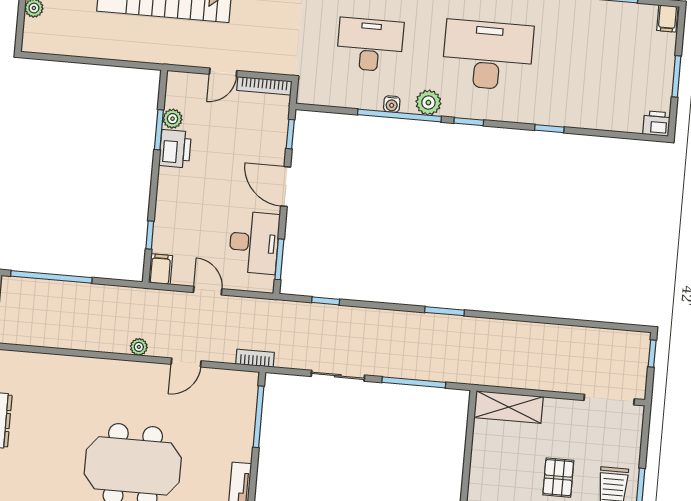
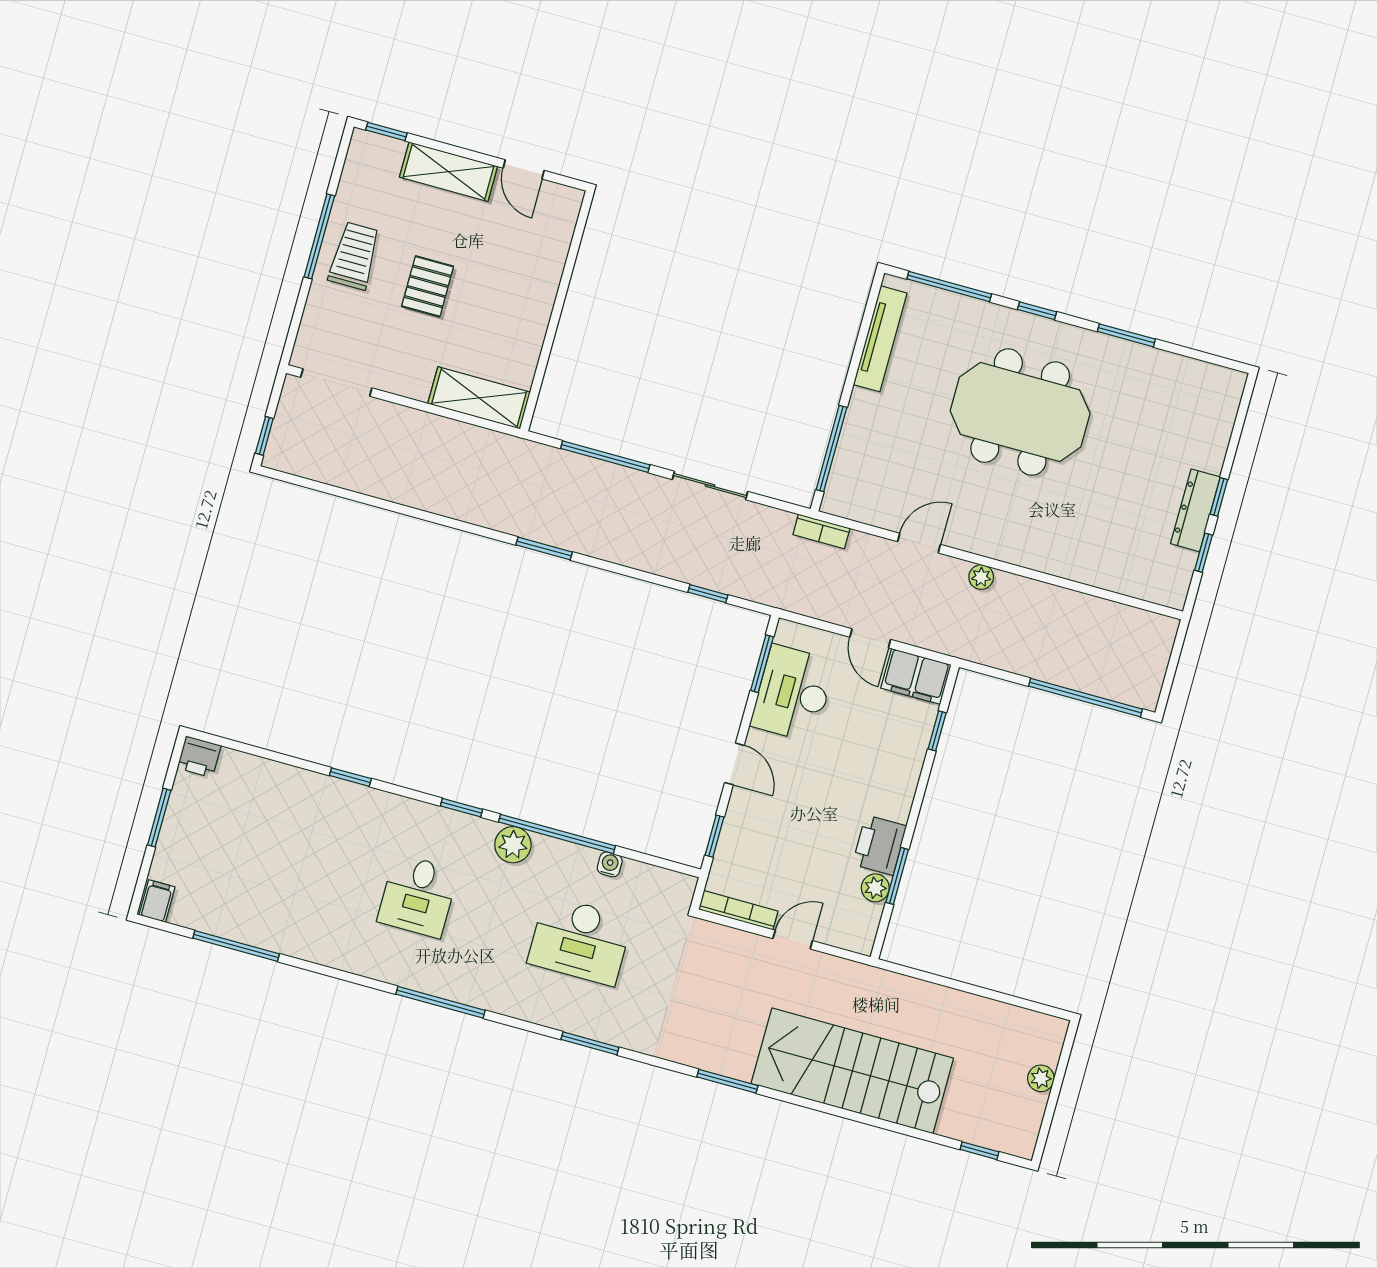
desk: (488, 55) -> (418, 896), width x0.53, depth x0.77
water cooler: (392, 104) -> (610, 864), moved
door: (286, 186) -> (734, 764), width x0.73
filing cabinet: (160, 269) -> (916, 676), width x2.00

